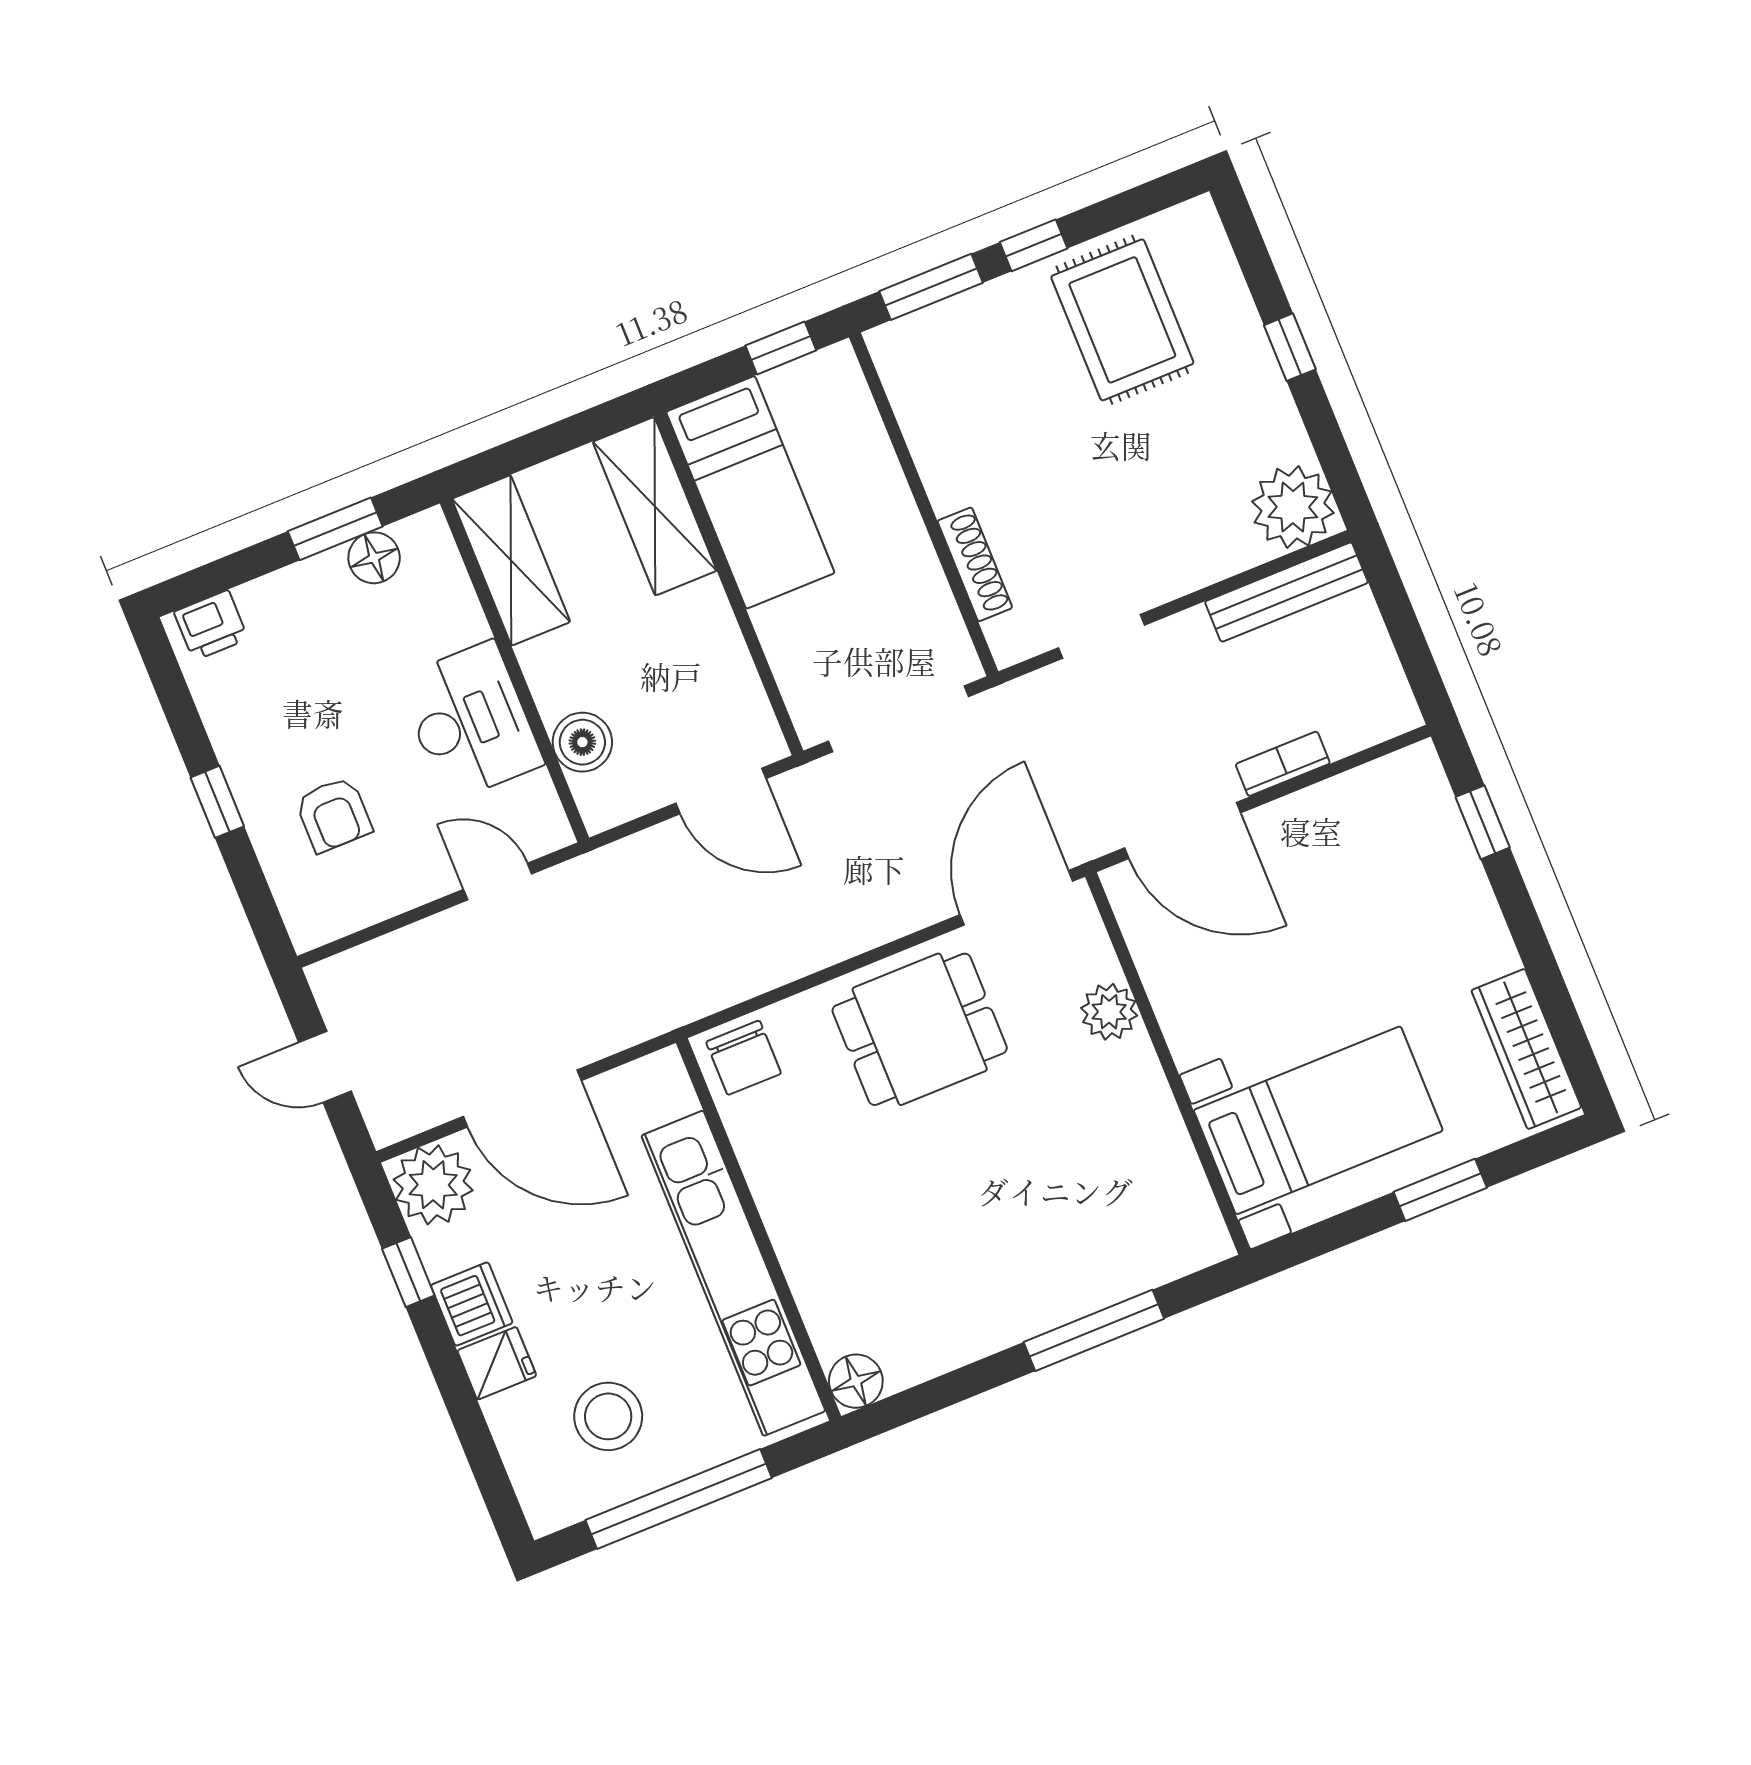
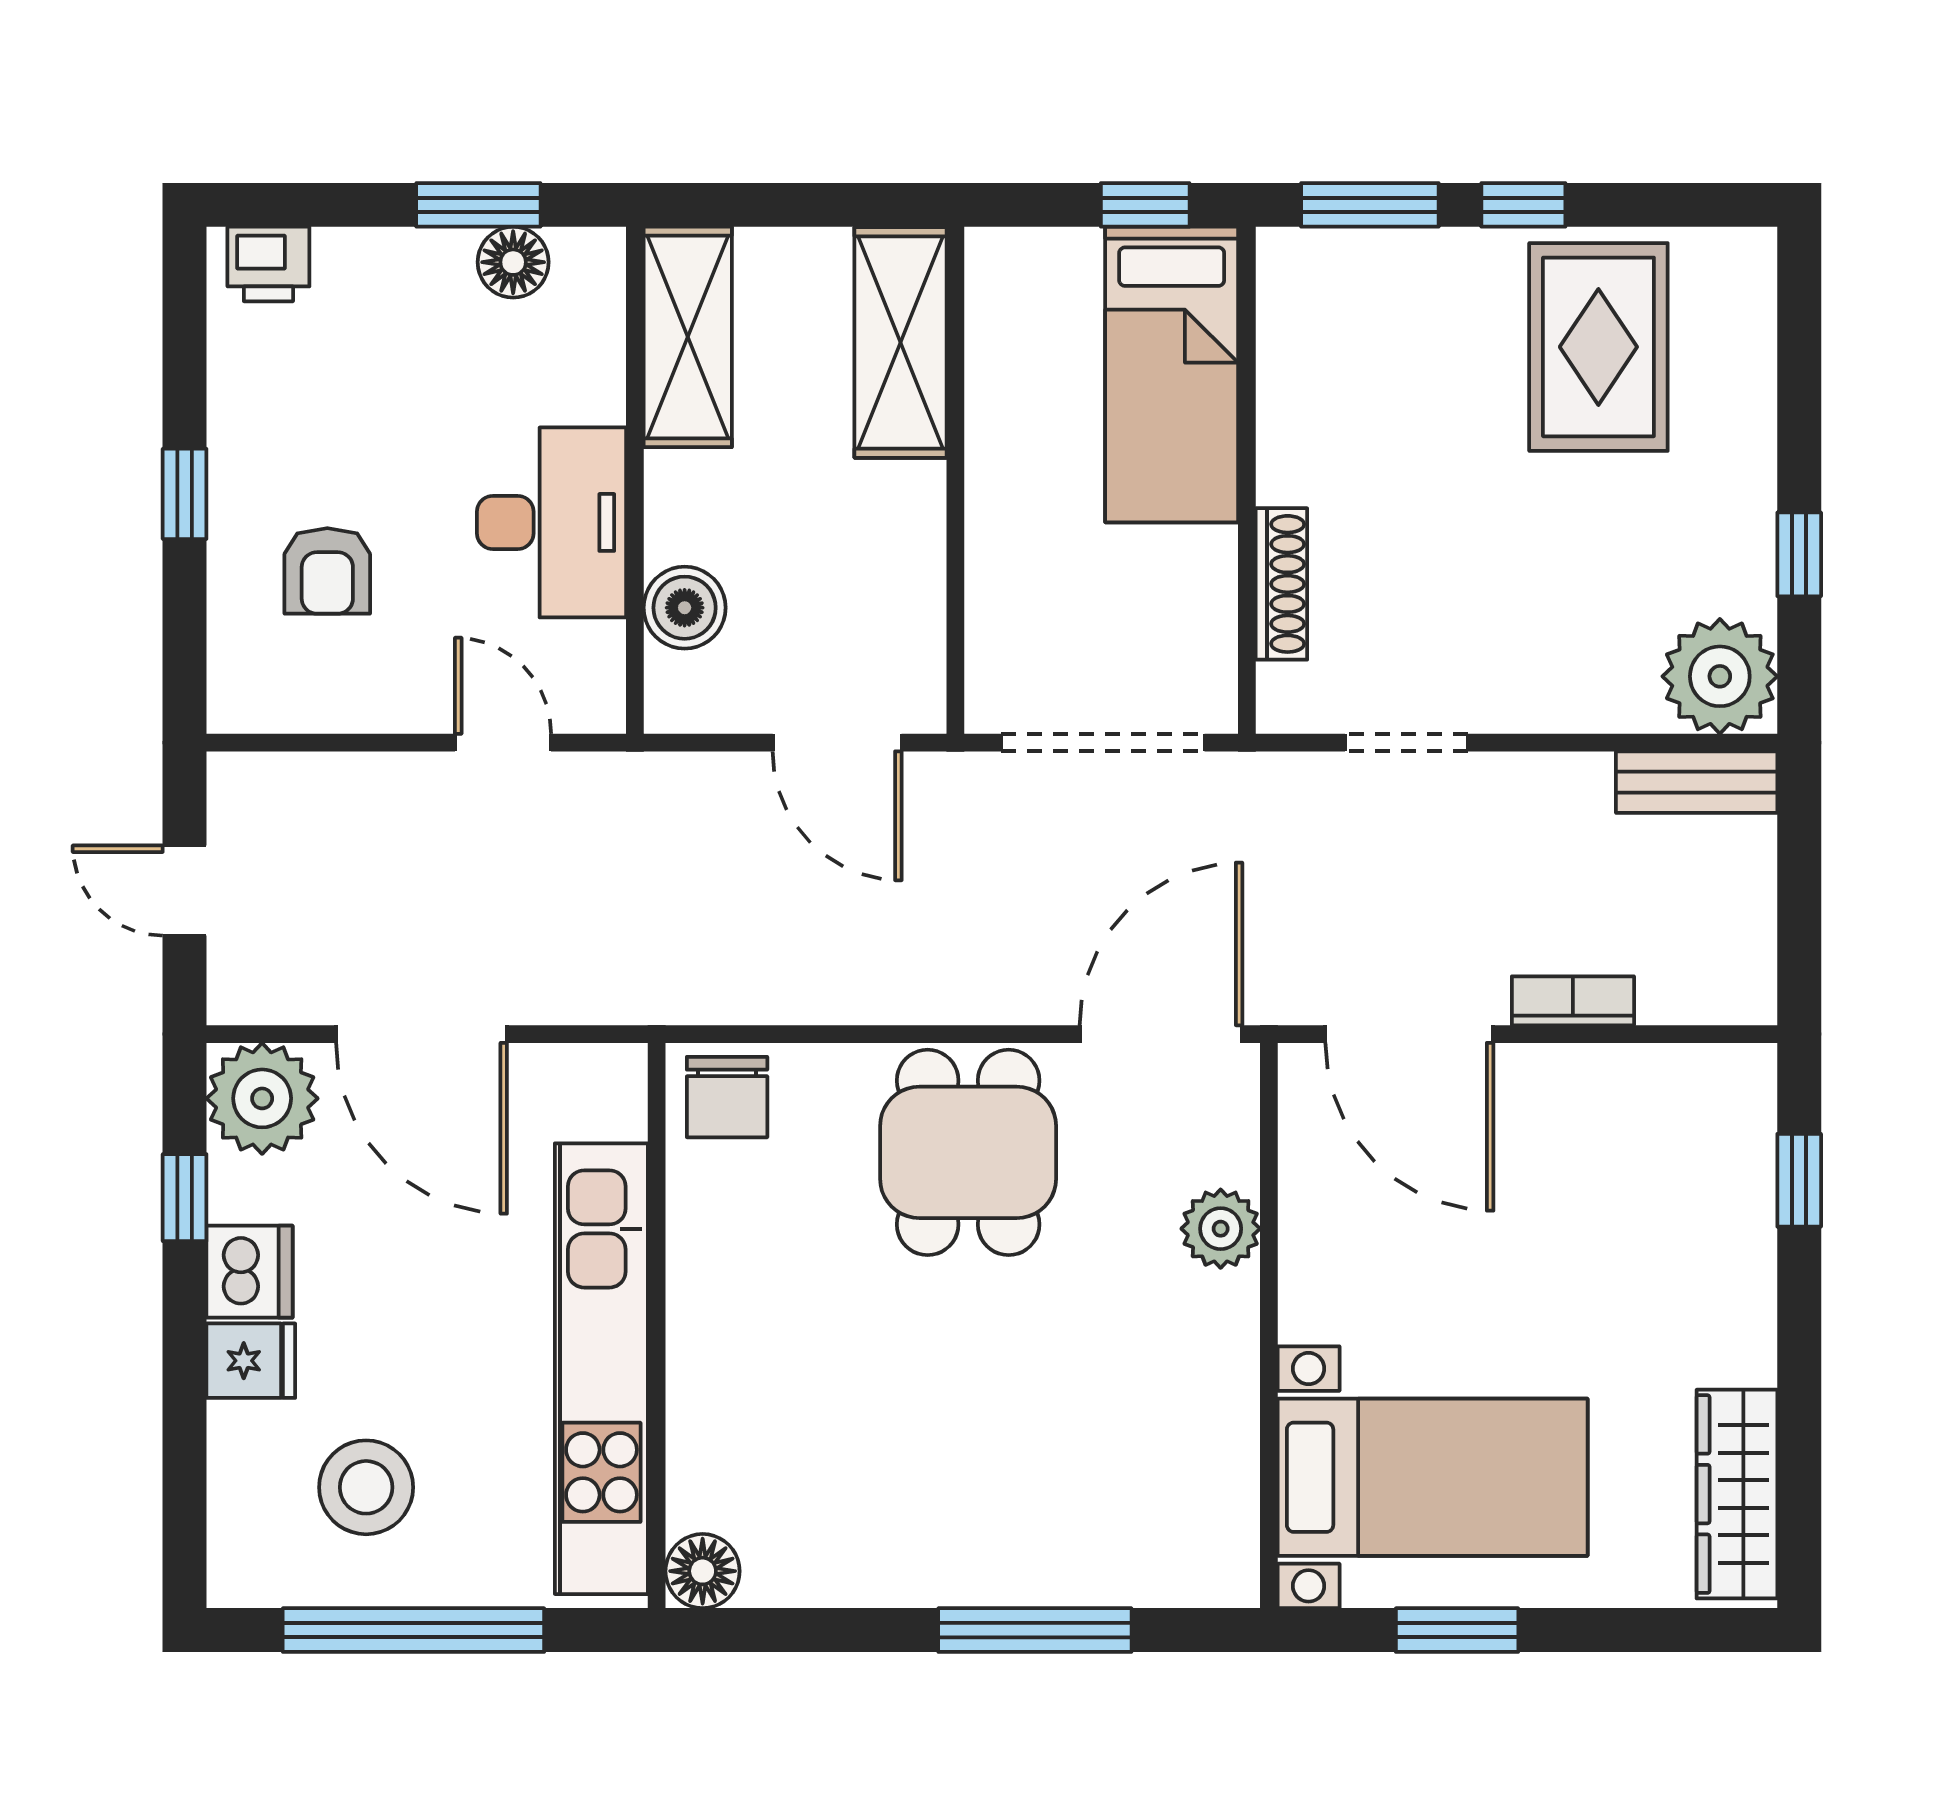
window: (1290, 347) -> (1799, 554), moved
bed: (750, 492) -> (1172, 375), moved
bench: (1286, 592) -> (1697, 782), width x0.73
dining table: (920, 1029) -> (968, 1152), turned 90
window: (1440, 1190) -> (1457, 1630), moved

